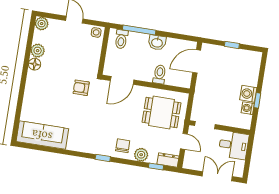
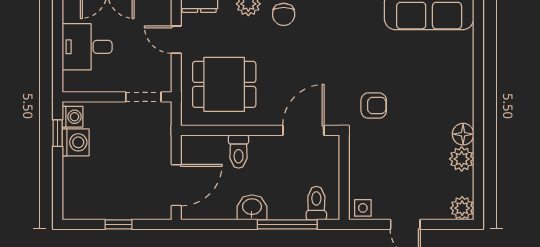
doorway: (205, 125) -> (143, 97), moved
wall: (220, 127) -> (117, 97), moved

